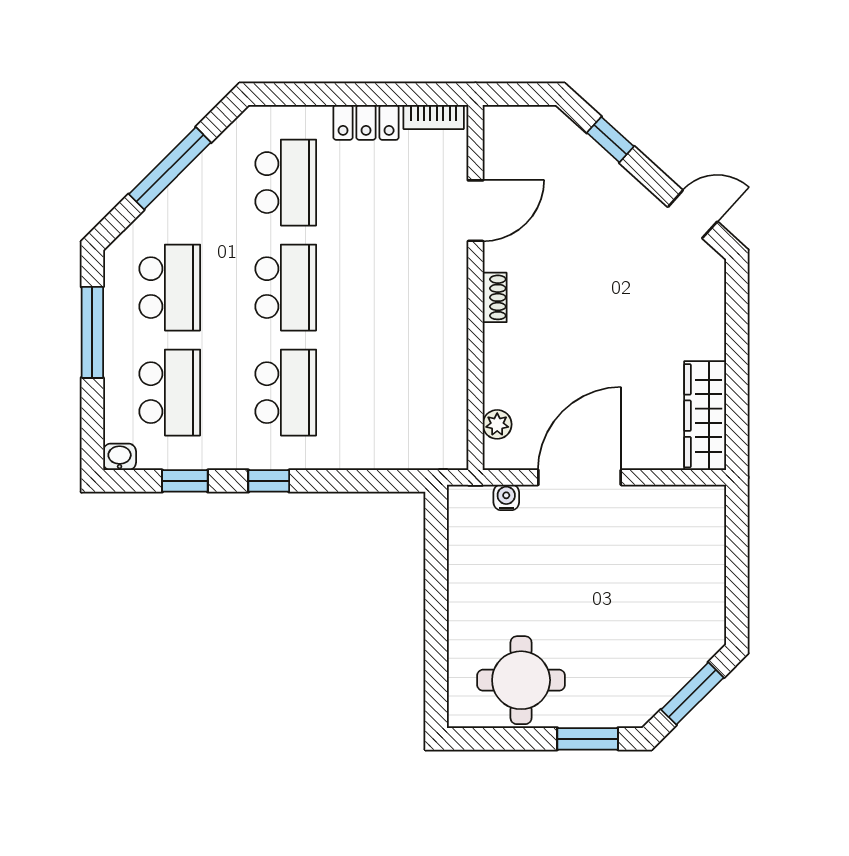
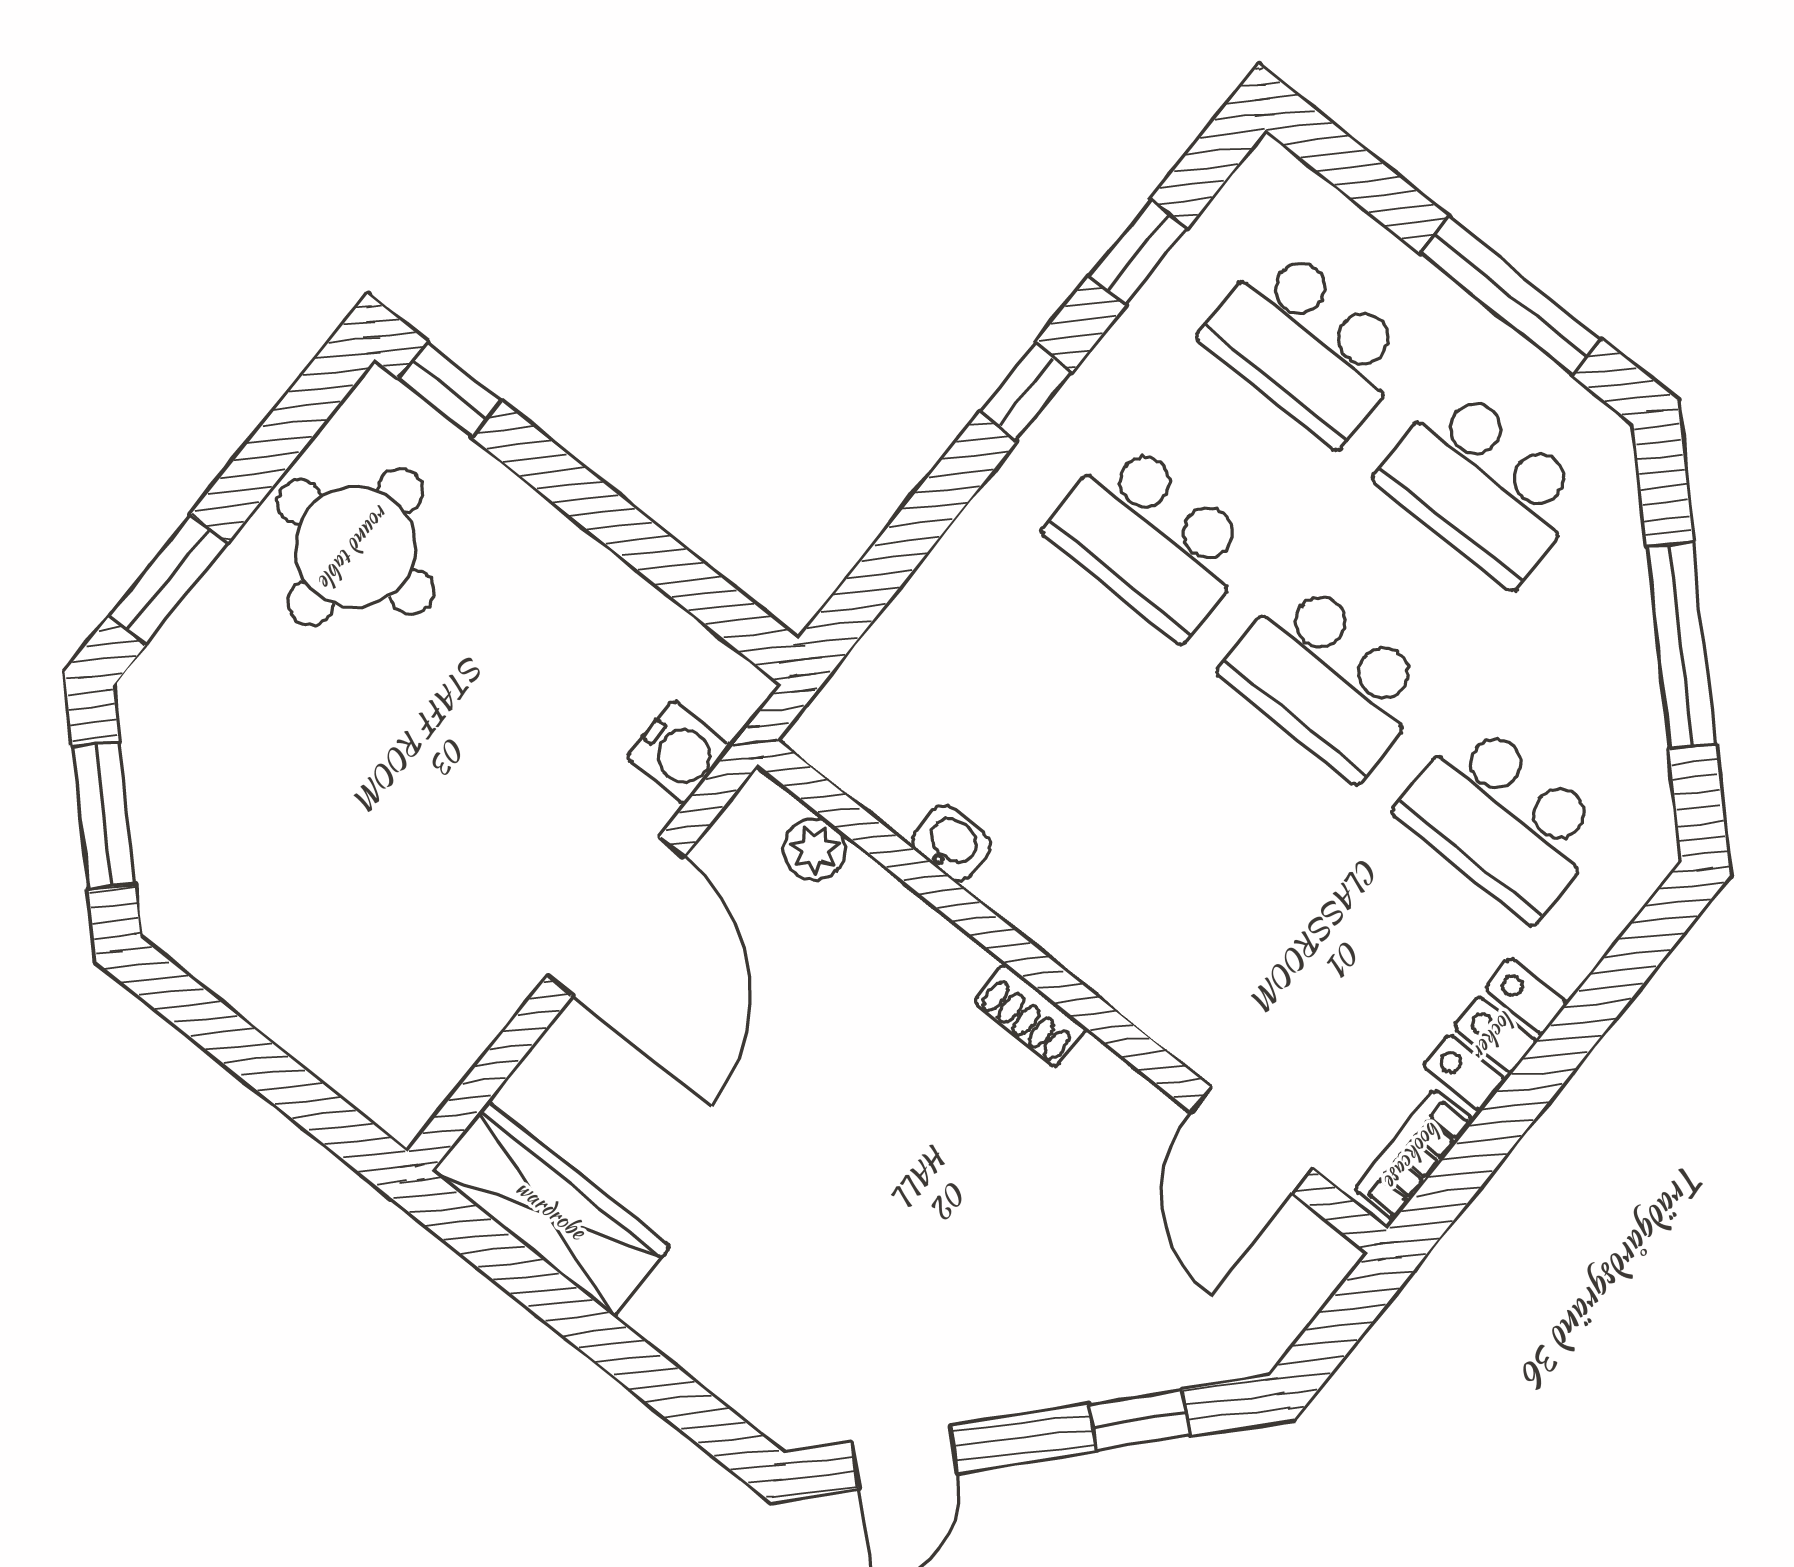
door: (476, 211) -> (1252, 1140), moved
washbasin: (120, 457) -> (951, 843), moved, turned -90
water cooler: (506, 497) -> (679, 752), width x1.38, depth x1.38
window: (436, 692) -> (450, 390), added

